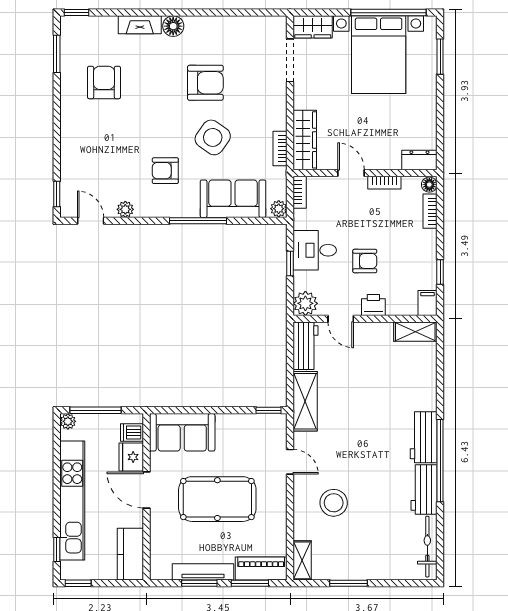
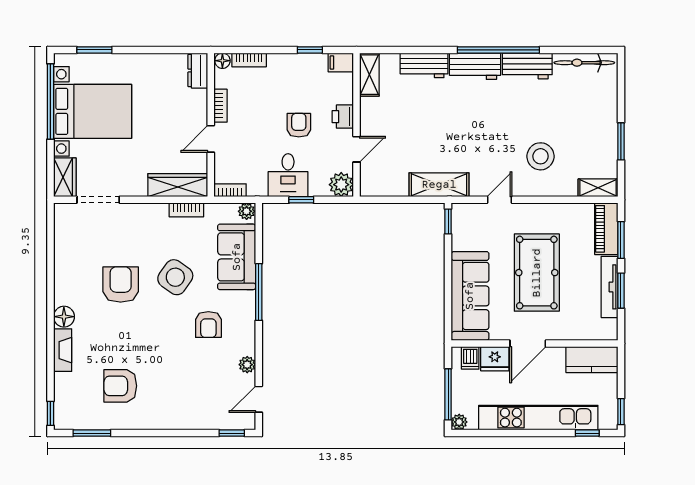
workbench: (306, 346) -> (424, 65), moved, turned 180
sofa: (182, 432) -> (470, 296), width x1.36

